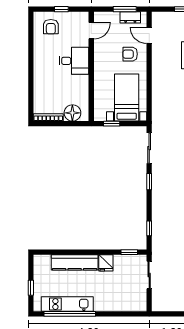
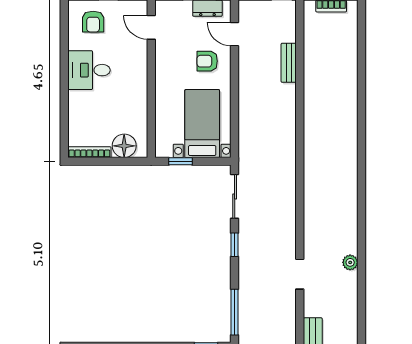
door: (91, 31) -> (151, 27), swing flipped
desk: (74, 61) -> (89, 70), moved, turned 180
window: (149, 228) -> (235, 312), width x2.17

